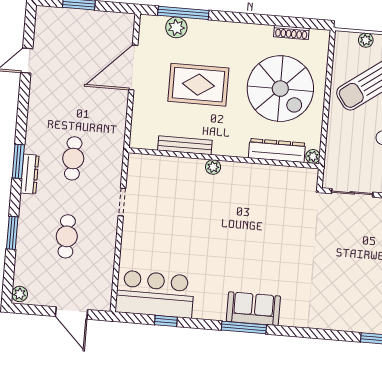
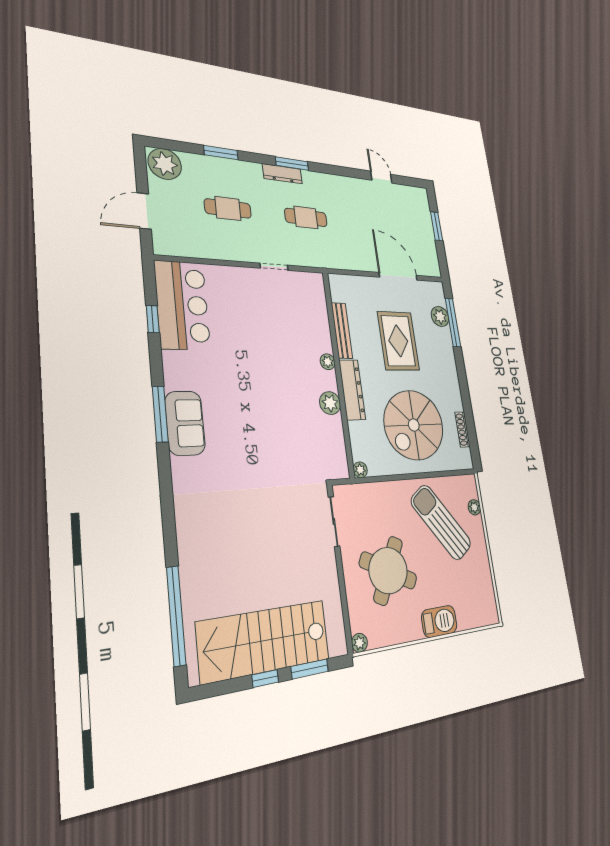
dresser: (277, 150) -> (352, 390), moved
plant: (251, 173) -> (330, 403), added
plant: (20, 294) -> (165, 164), width x1.88, depth x1.88

